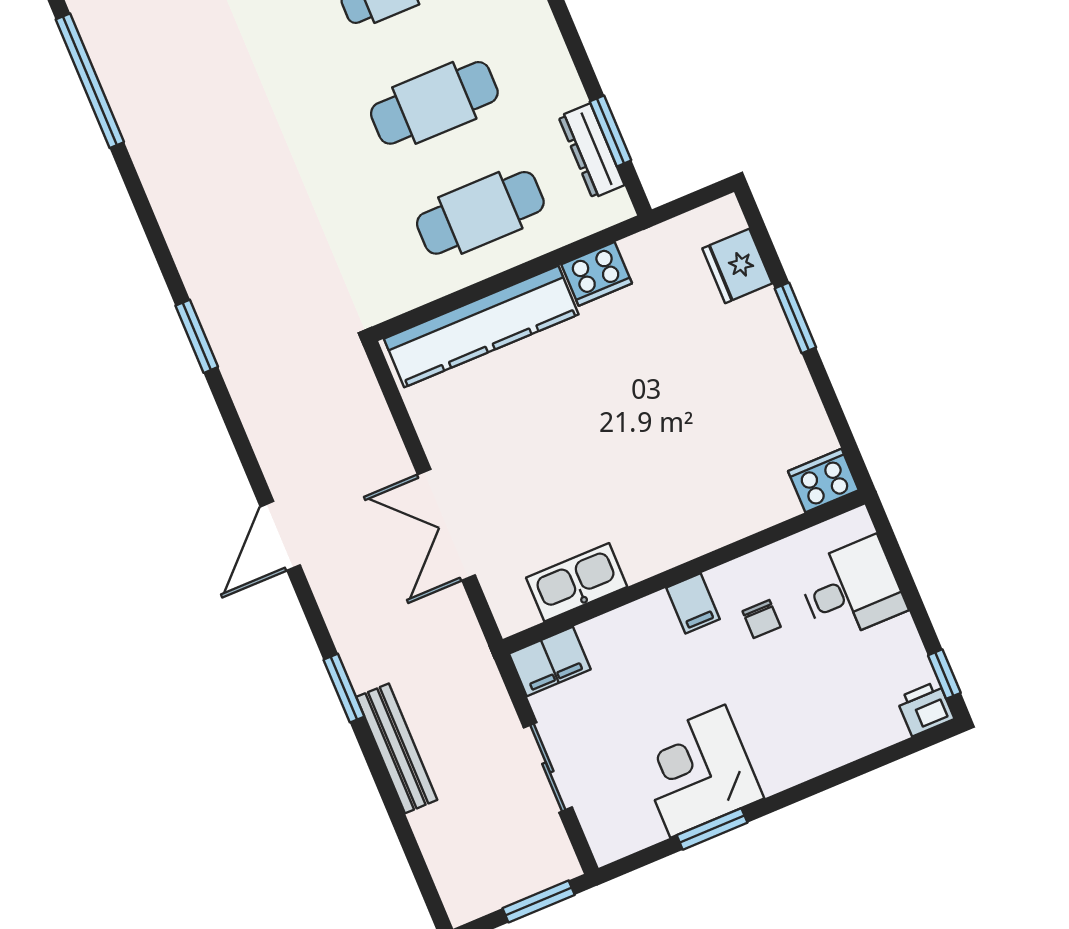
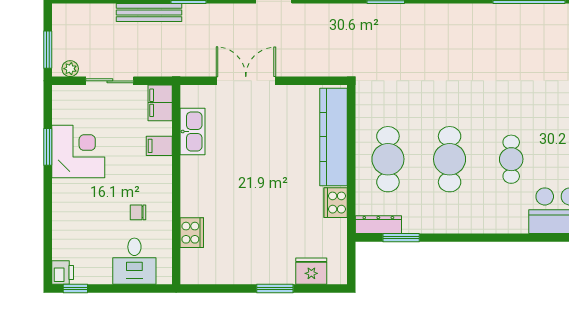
dresser: (591, 151) -> (378, 225), moved
cooker: (823, 481) -> (192, 233), moved
filing cabinet: (693, 603) -> (159, 146), moved
plant: (556, 847) -> (70, 69), added

